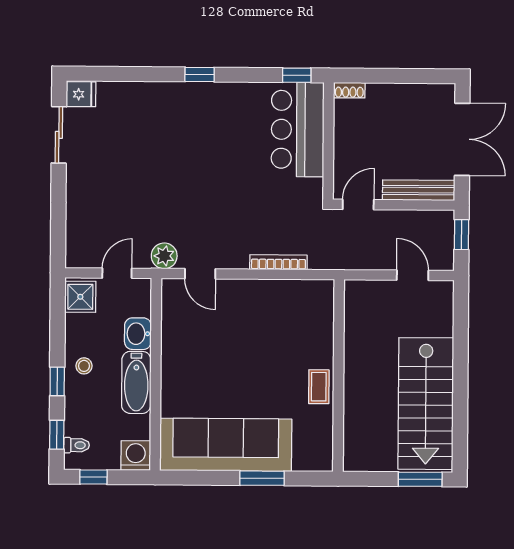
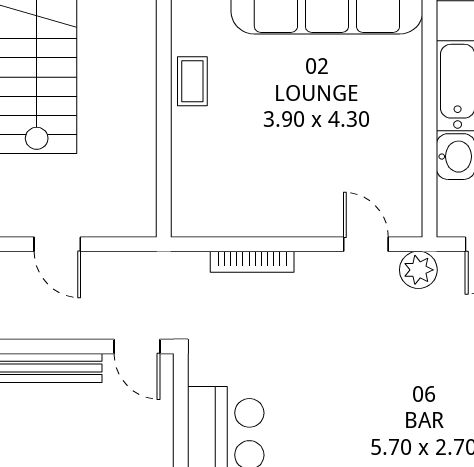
door: (358, 205) -> (137, 346), hinge flipped

